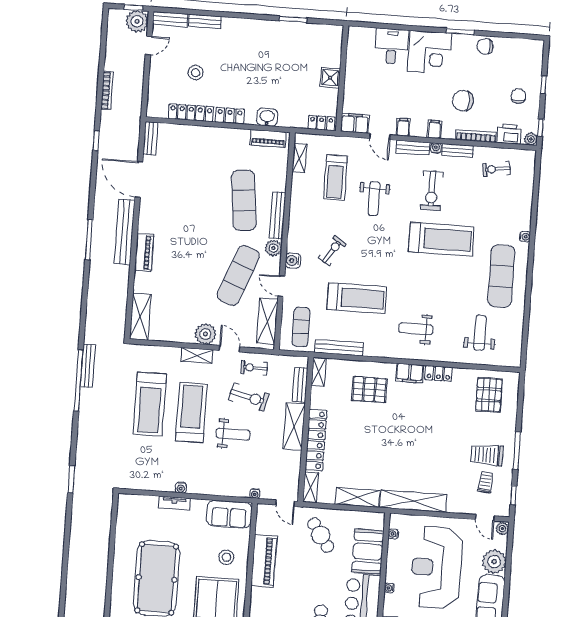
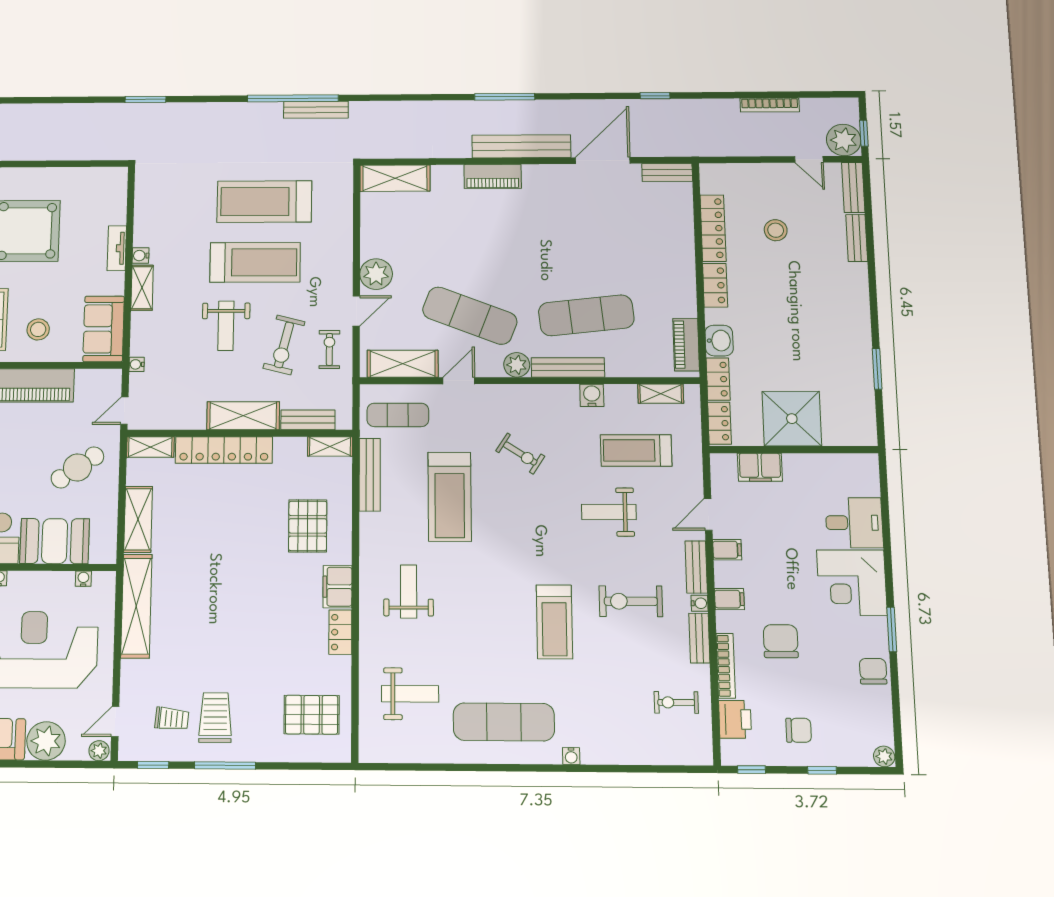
shower: (330, 78) -> (792, 419), width x1.86, depth x1.86
bookcase: (107, 90) -> (770, 105), moved
locker: (292, 121) -> (718, 379), added
filing cabinet: (355, 123) -> (760, 467), moved, turned 90
plant: (531, 139) -> (884, 756), moved
exercise bike: (496, 169) -> (676, 702), turned -81
treadmill: (441, 239) -> (554, 622), width x0.73, depth x0.73
water cooler: (293, 261) -> (592, 395), moved
shelving: (197, 356) -> (142, 288), moved

